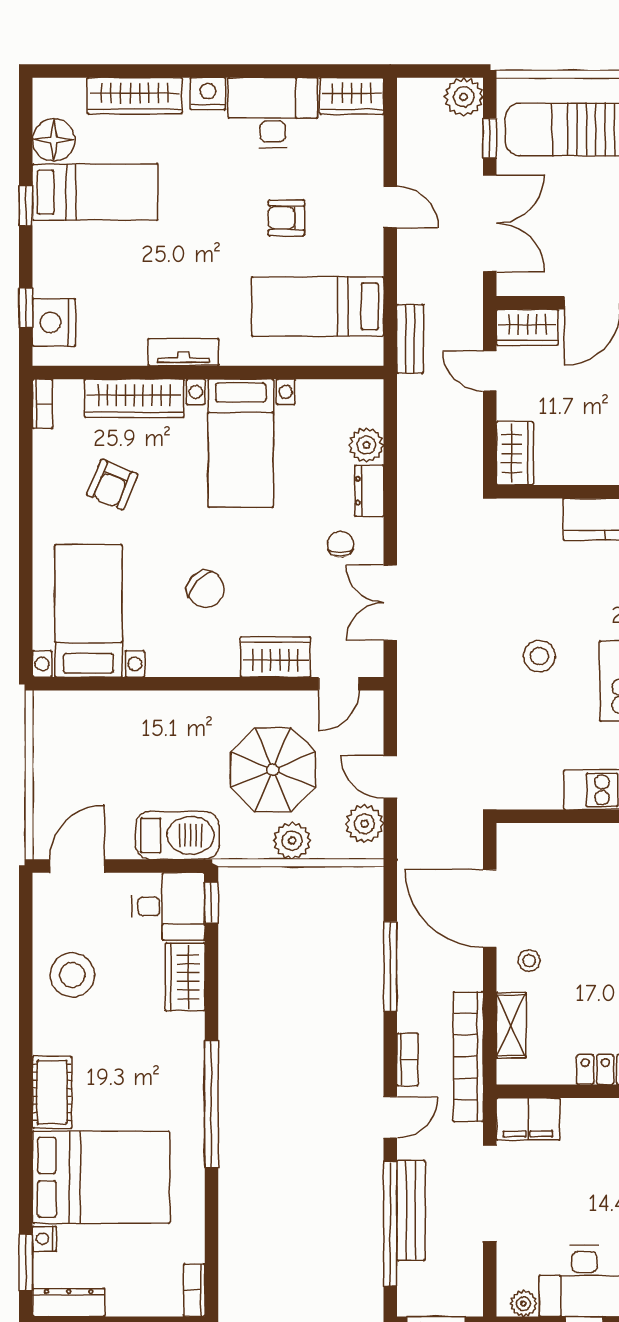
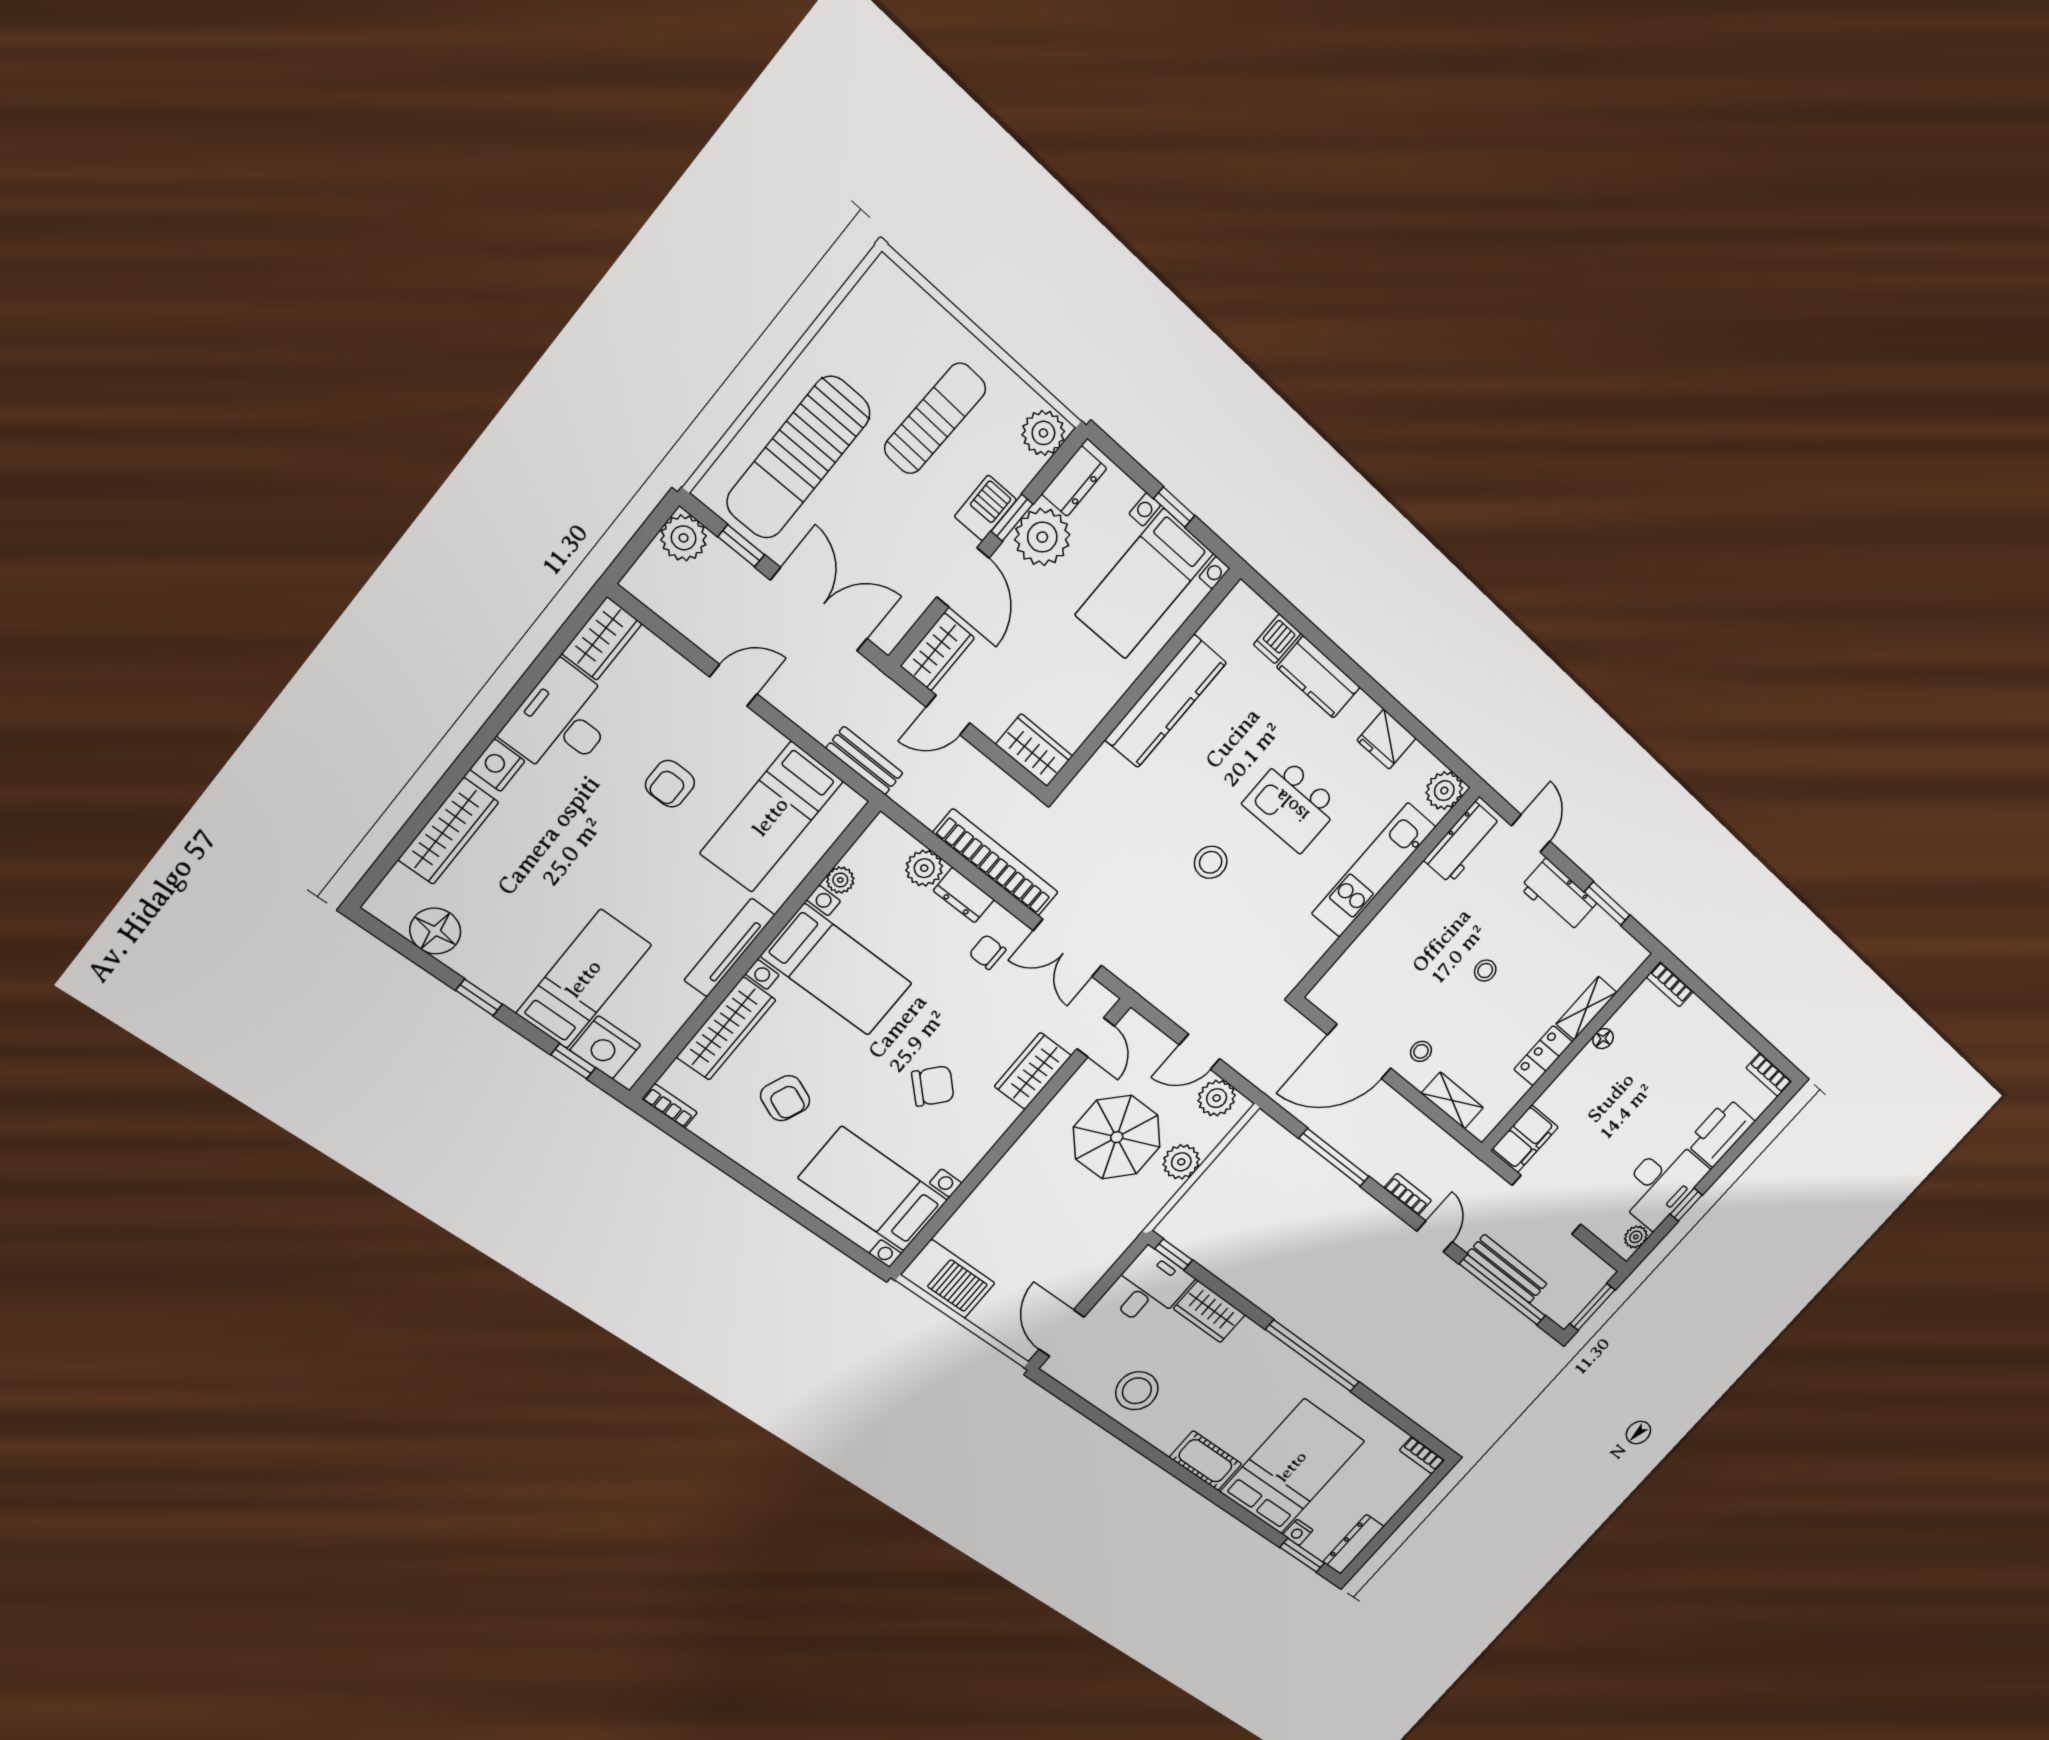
bed: (95, 192) -> (584, 979), moved
tv unit: (183, 352) -> (729, 948), width x1.41
plant: (310, 392) -> (840, 880), added
barbecue: (177, 835) -> (948, 1279), moved, turned 90
bookcase: (468, 1057) -> (996, 863), moved, turned 180

